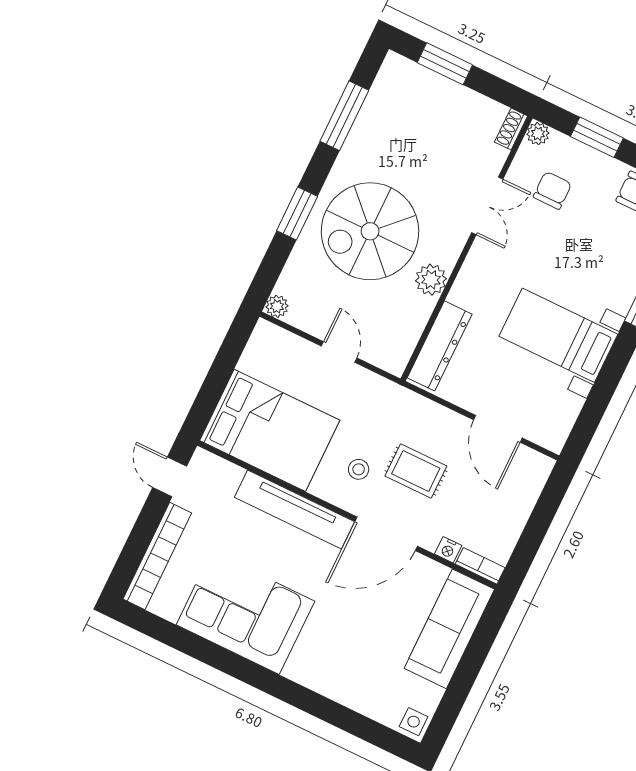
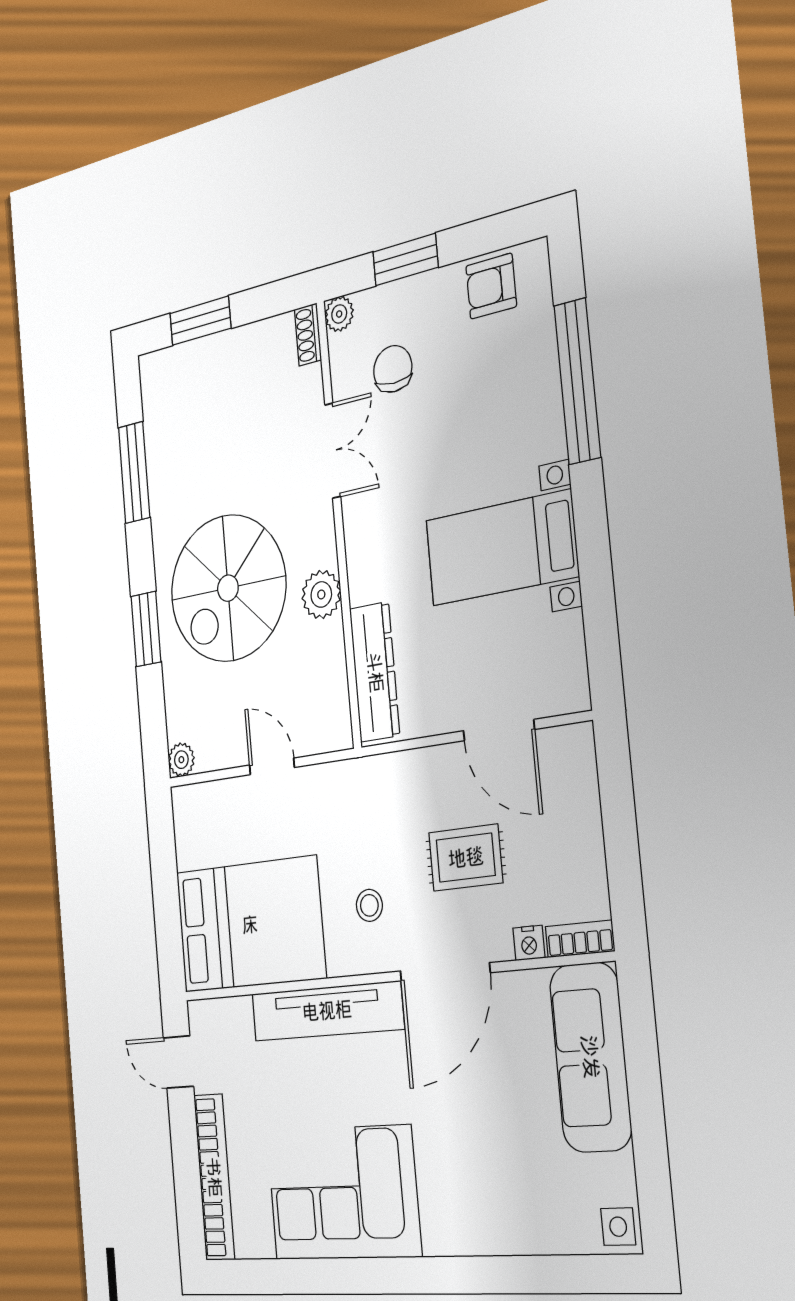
rug: (416, 471) -> (466, 858), moved

